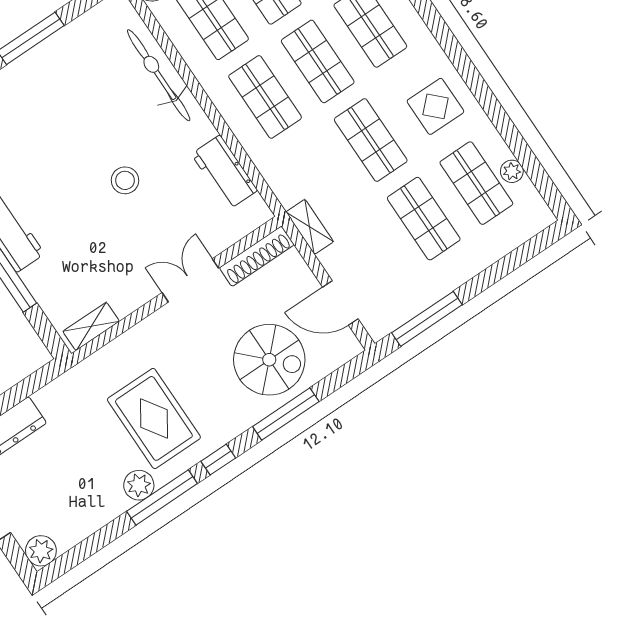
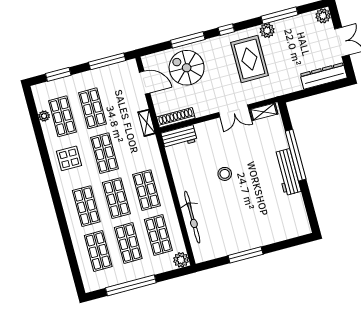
workbench: (224, 172) -> (179, 137), moved, turned 90
window: (512, 261) -> (58, 74), added
double door: (190, 280) -> (234, 111), moved
window: (162, 497) -> (280, 15), moved

